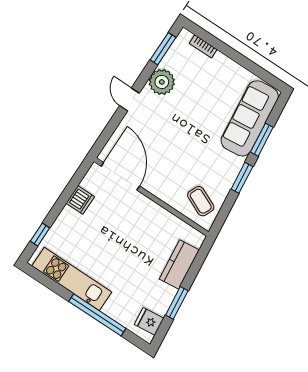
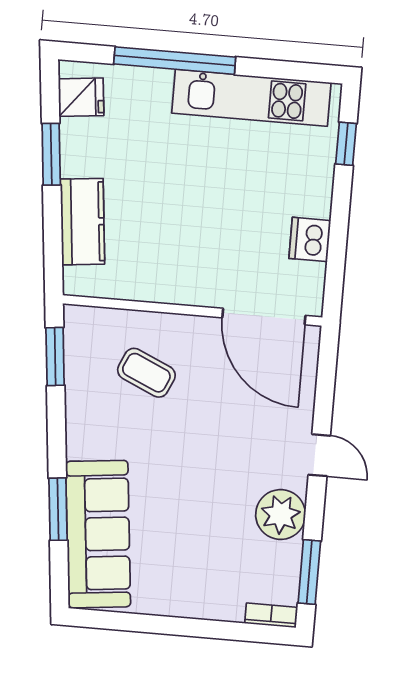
bookcase: (203, 46) -> (271, 615), moved
window: (242, 178) -> (55, 356), moved
coffee table: (201, 201) -> (146, 373), moved

